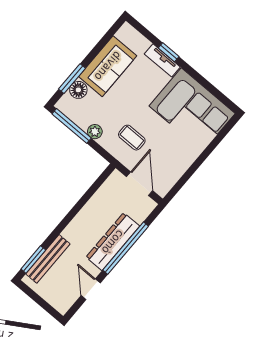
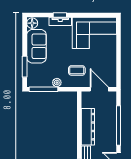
floor lamp: (78, 90) -> (32, 23), moved
dresser: (113, 242) -> (88, 127), moved, turned 180

